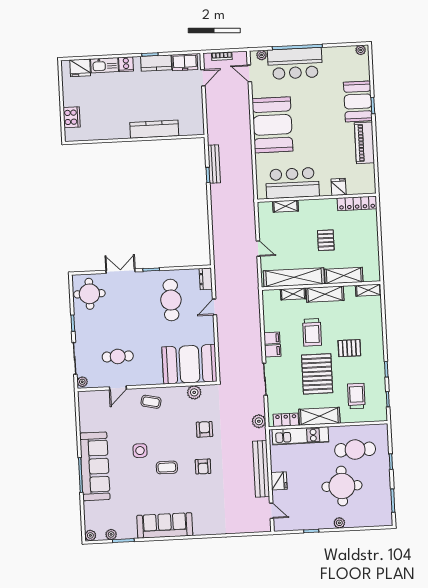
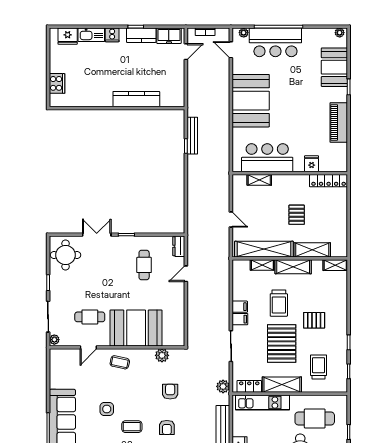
booth: (358, 101) -> (334, 67), moved
cafe table: (171, 300) -> (144, 265), width x0.73, depth x0.74
booth: (189, 364) -> (136, 328), moved

